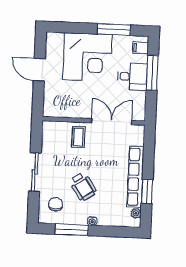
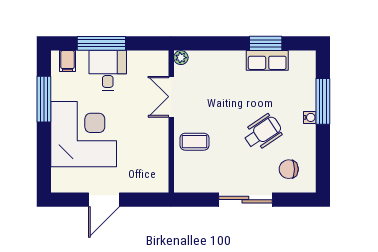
double door: (112, 122) -> (171, 97), width x0.73
row of seats: (135, 177) -> (267, 60), width x0.50
plant: (136, 213) -> (181, 58), moved
window: (72, 230) -> (323, 101), moved

